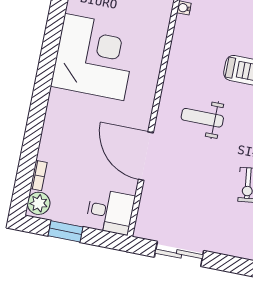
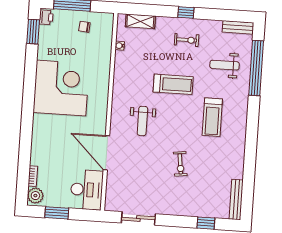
weight bench: (202, 118) -> (142, 121), turned -90
desk: (110, 212) -> (87, 190), width x1.37

